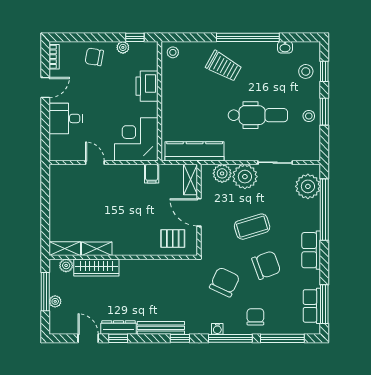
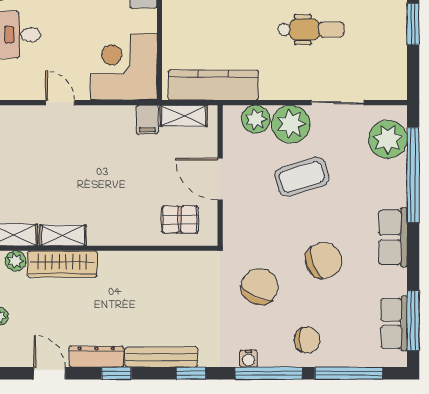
dental chair: (258, 115) -> (311, 30), width x0.73, depth x0.72
stool: (309, 116) -> (389, 31), removed
shelving: (190, 180) -> (184, 116), moved, turned 90
coffee table: (252, 227) -> (302, 177), moved
chair: (255, 317) -> (307, 340), turned 90
window: (118, 338) -> (116, 373), moved

